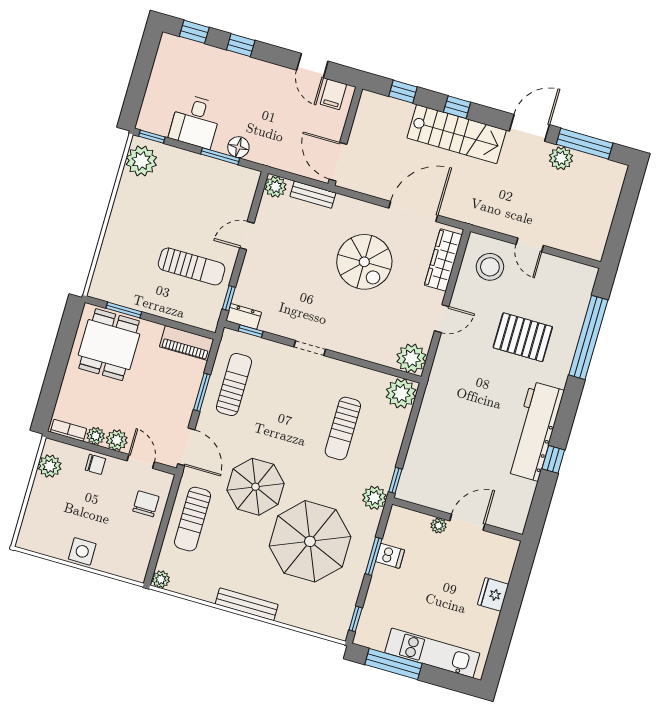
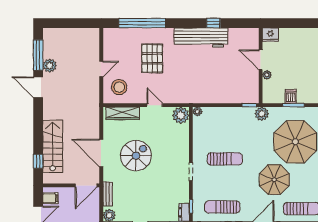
window: (457, 107) -> (38, 130), removed
stairs: (457, 134) -> (53, 146), moved
door: (413, 212) -> (101, 153), moved
plant: (401, 393) -> (197, 111), width x0.53, depth x0.53
sun lounger: (343, 428) -> (225, 159), moved
fridge: (493, 594) -> (270, 35), moved

